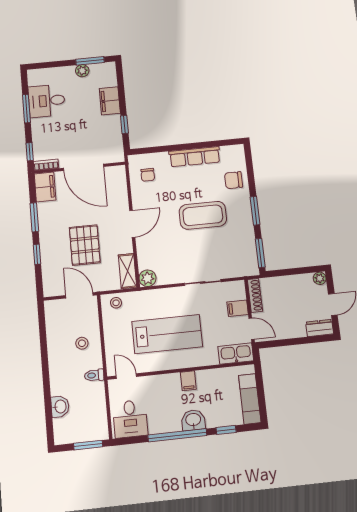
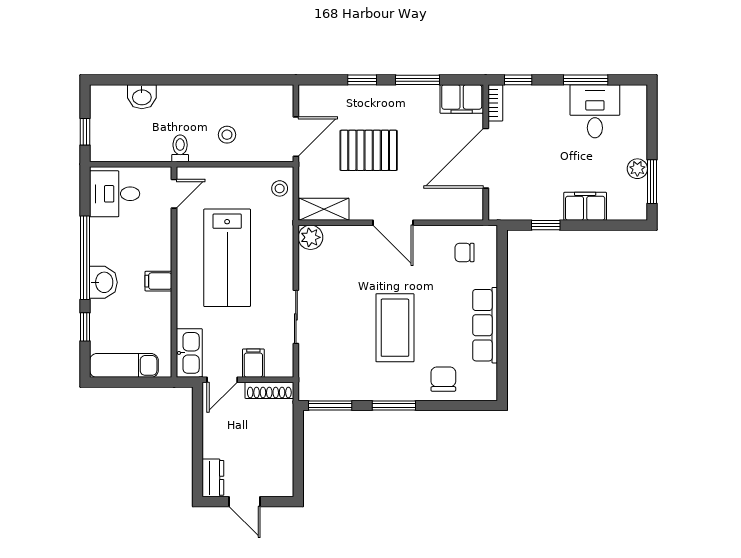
plant: (320, 278) -> (284, 488), removed
window: (88, 445) -> (85, 132), width x0.67

